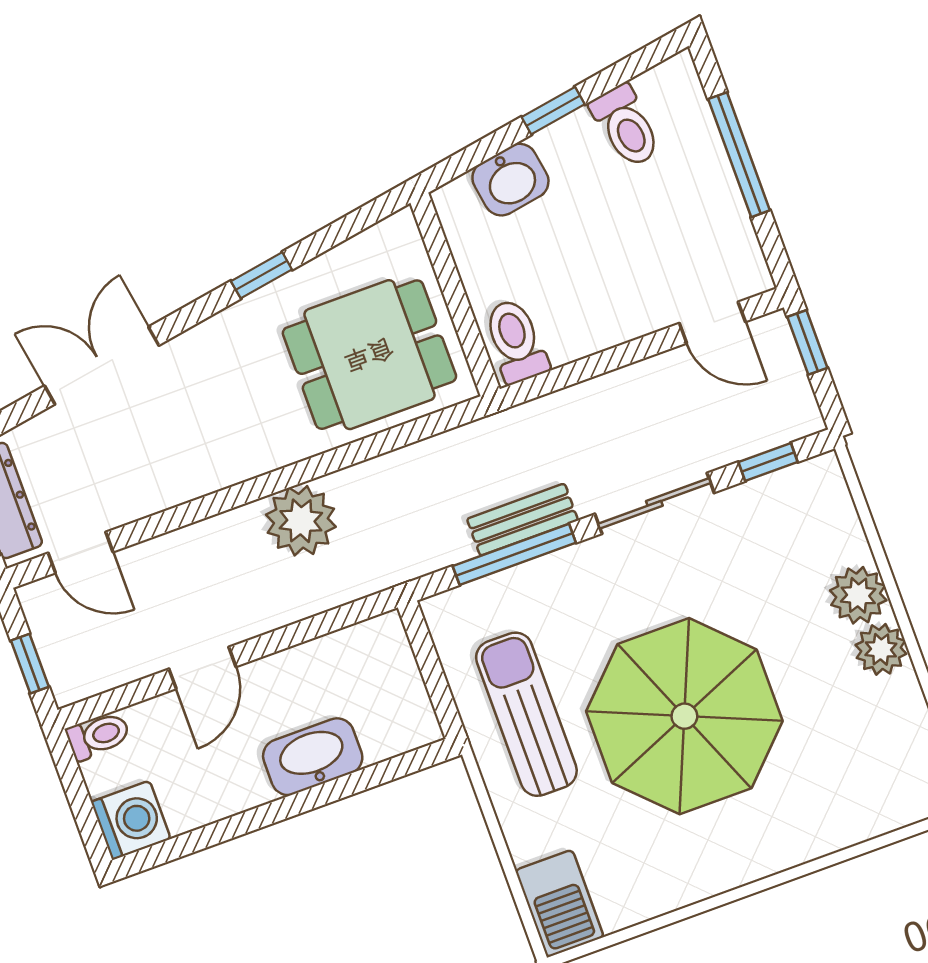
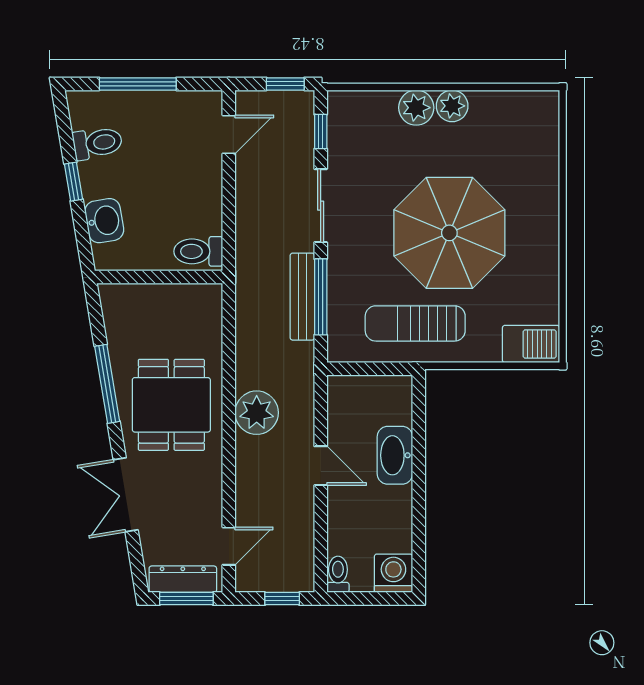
window: (261, 275) -> (107, 384), width x2.17
window: (807, 342) -> (285, 84), moved
dining table: (369, 355) -> (171, 405), moved
bench: (522, 520) -> (302, 297), width x1.36
door: (202, 668) -> (321, 466), moved

